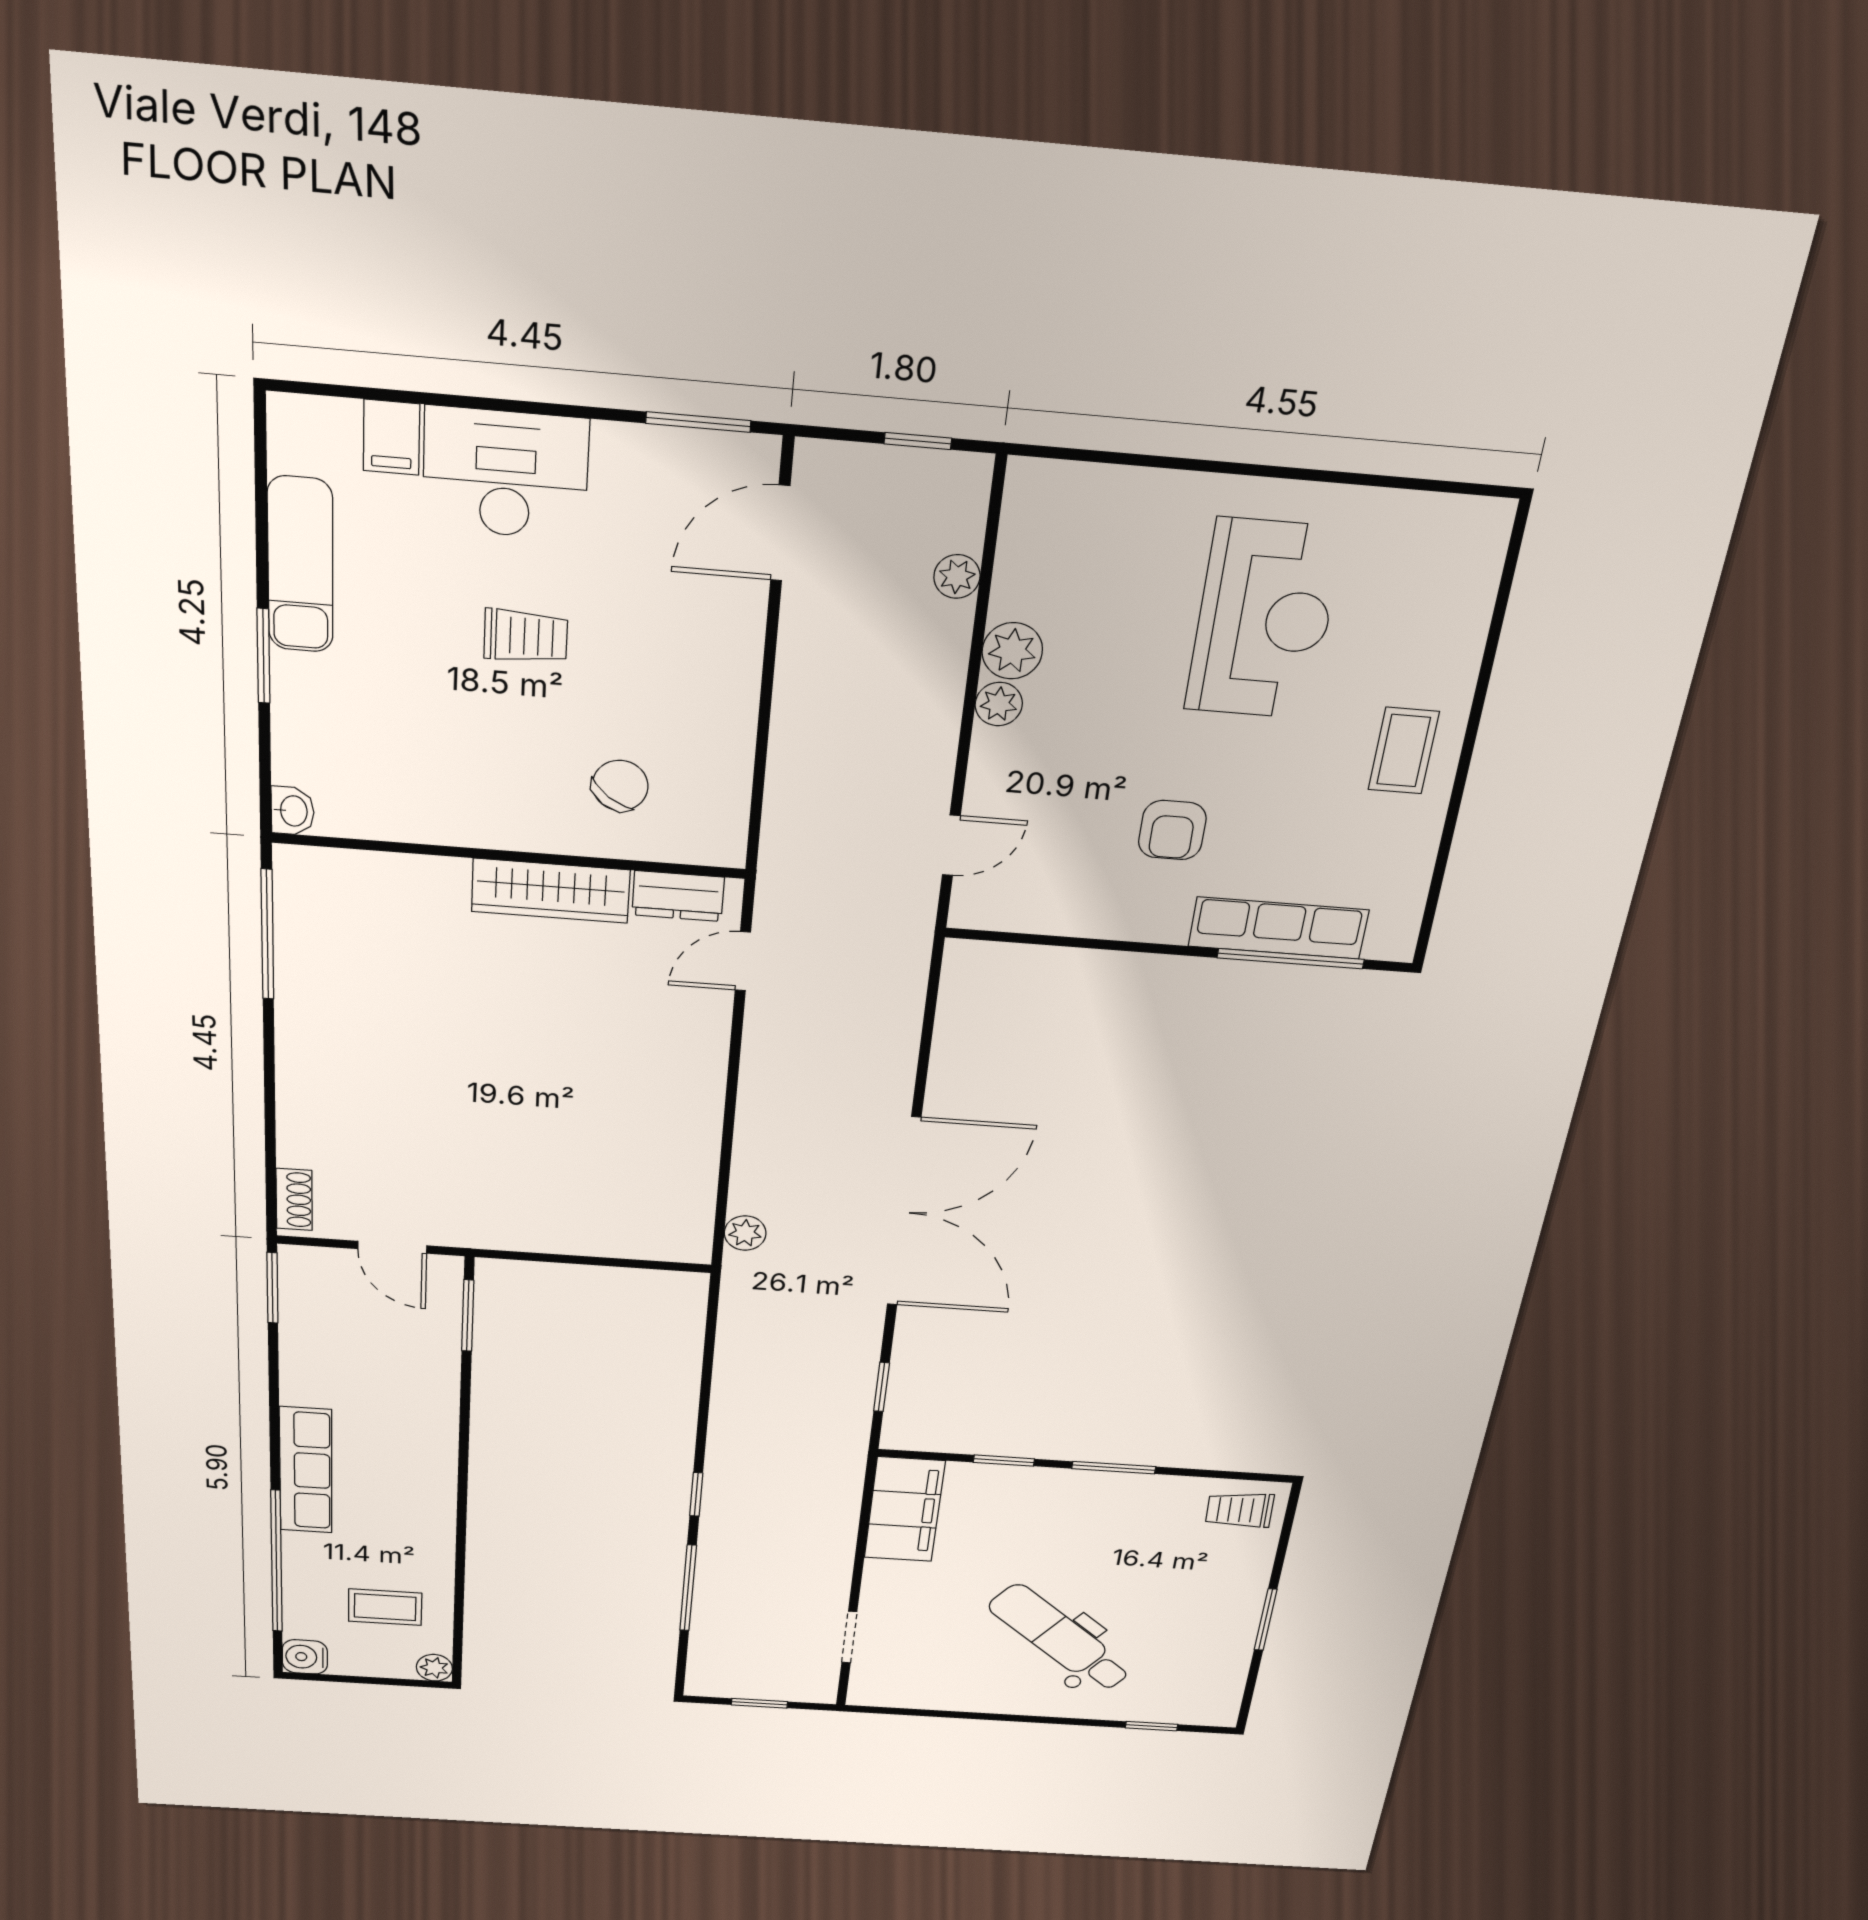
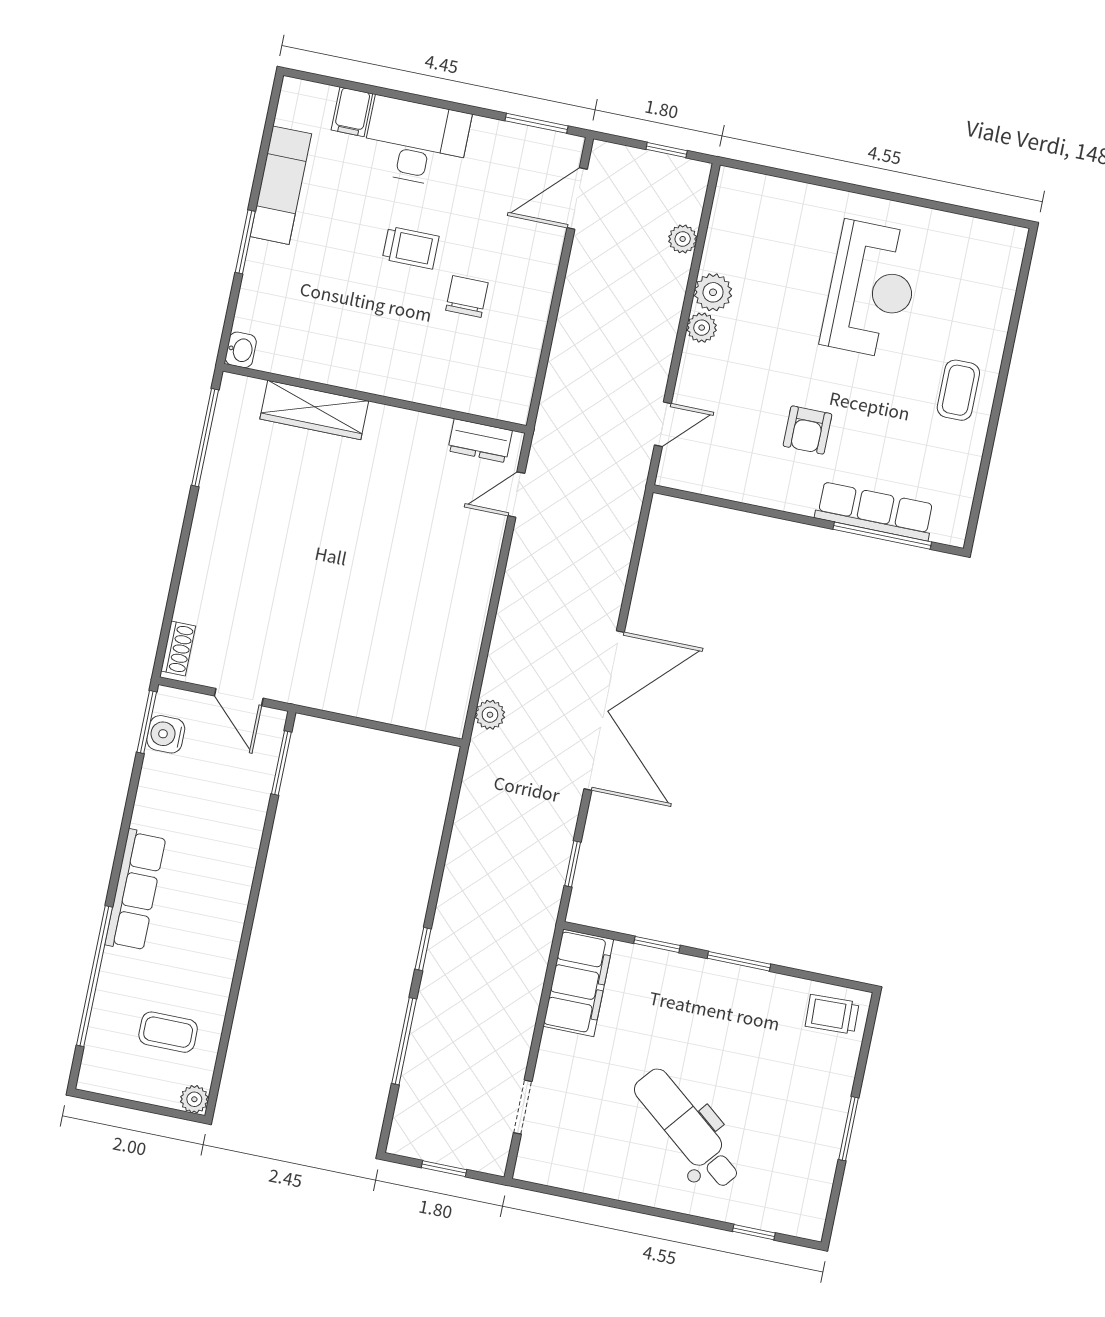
chair: (620, 786) -> (467, 296), moved, turned -37
wardrobe: (551, 891) -> (314, 410), moved
water cooler: (305, 1657) -> (166, 734), moved

